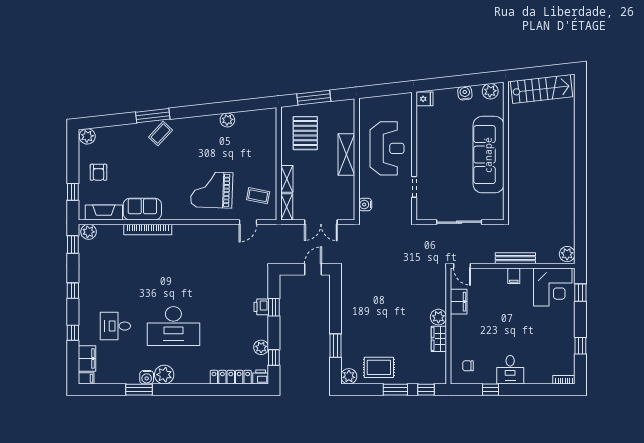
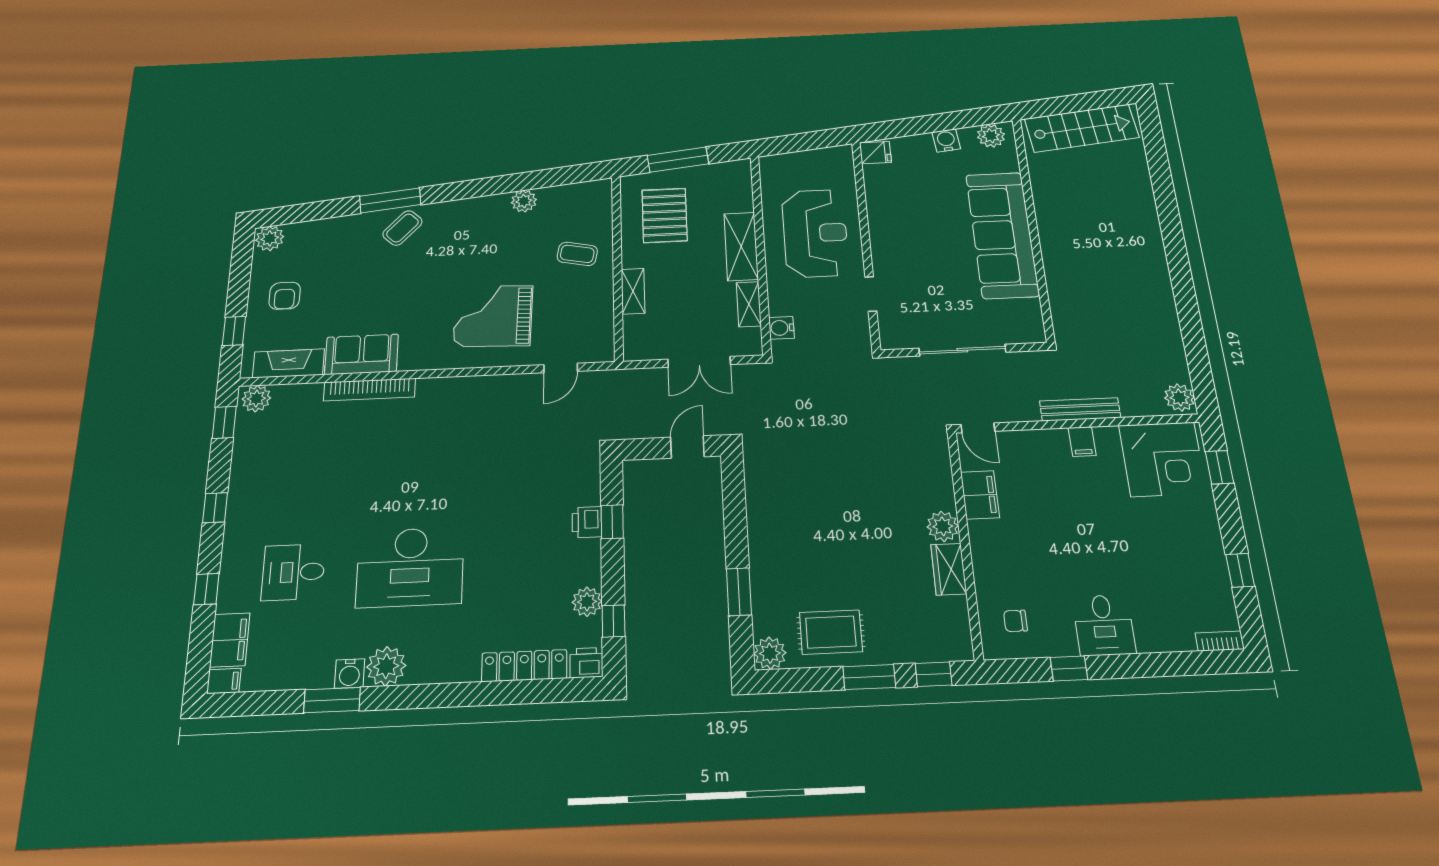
coffee table: (258, 196) -> (577, 254), moved
shelving: (287, 207) -> (749, 304), moved

